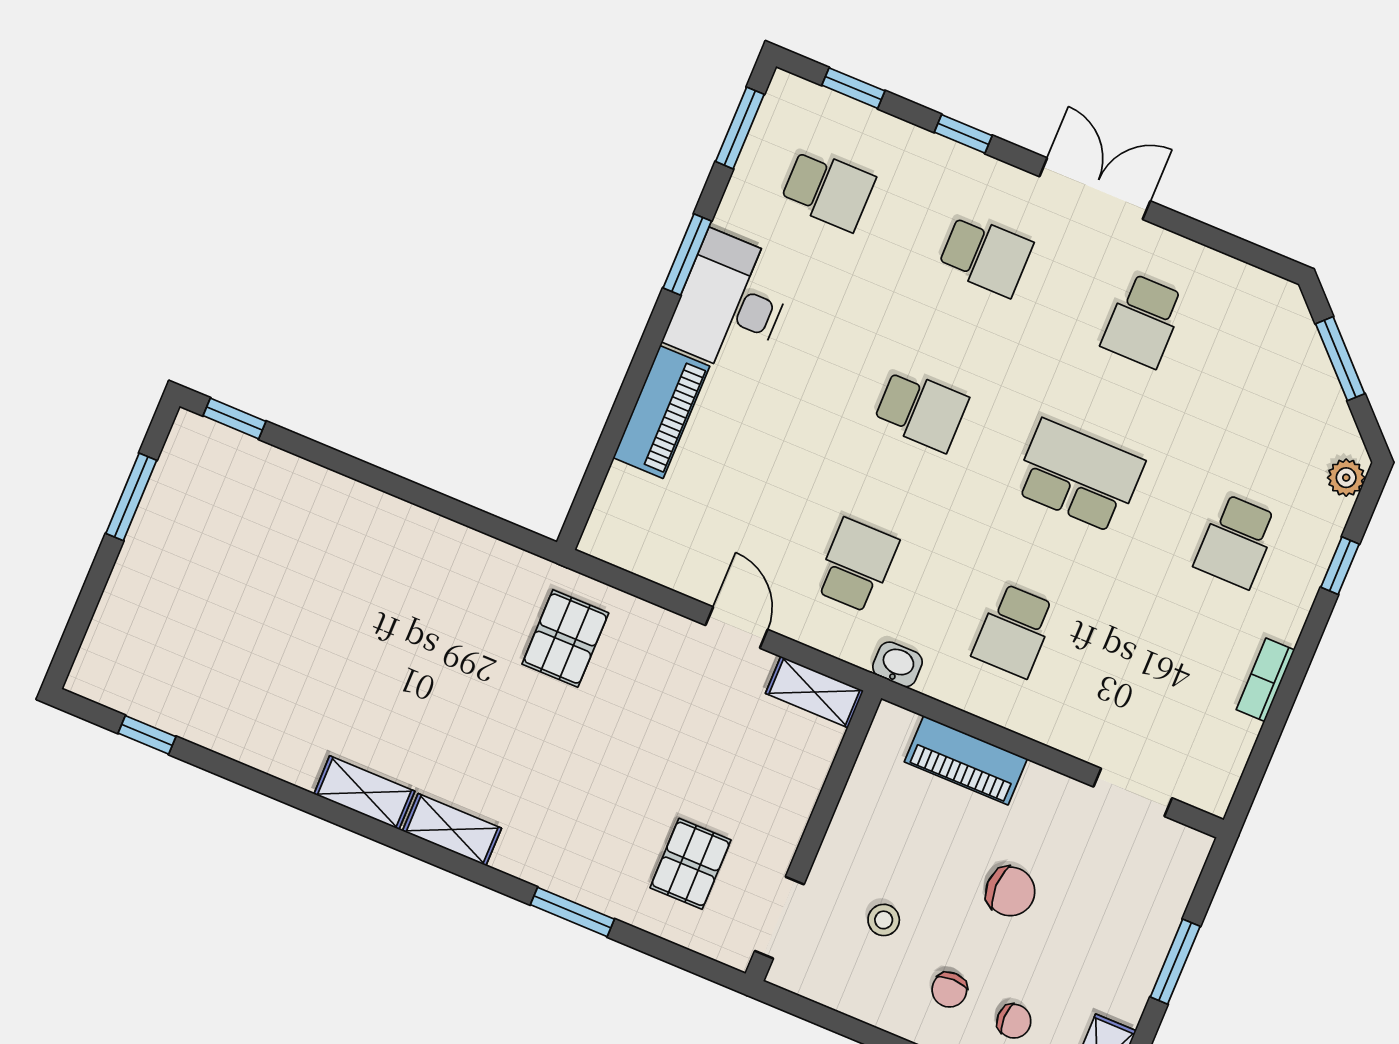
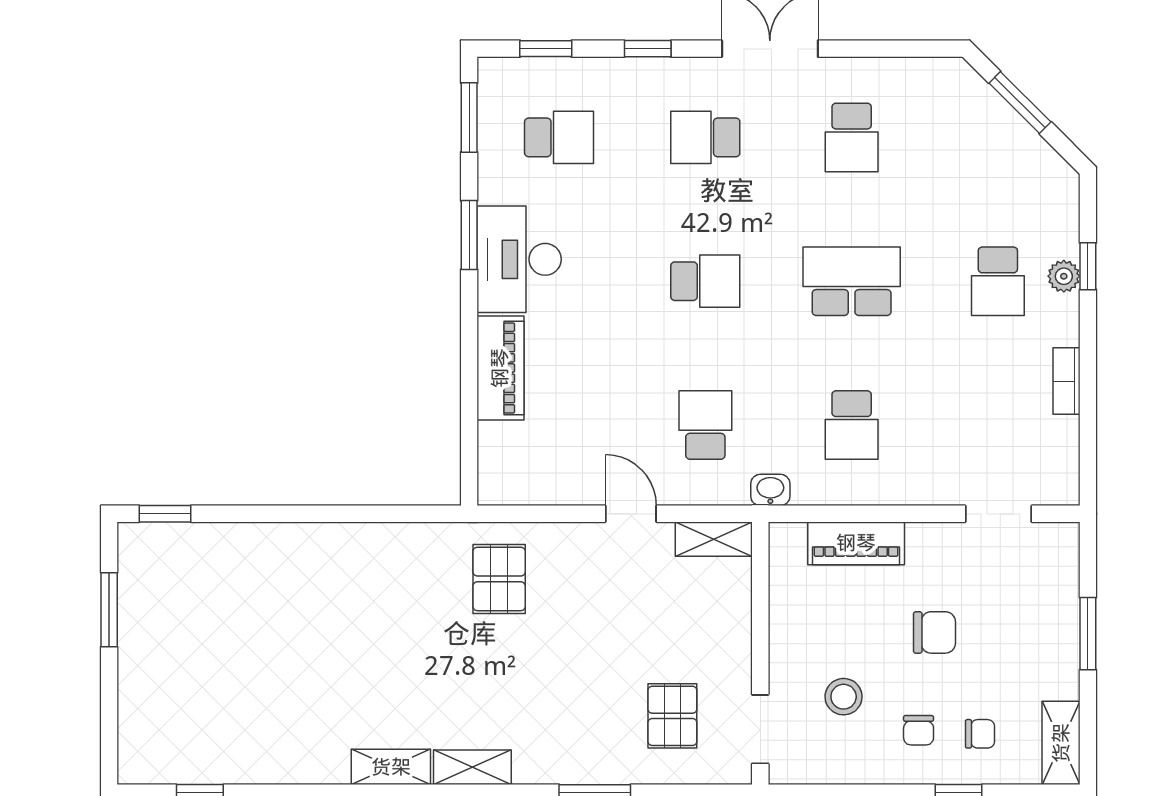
school desk: (986, 255) -> (705, 137), turned 180
plant: (1346, 478) -> (1064, 276), moved
stool: (884, 920) -> (844, 697), width x1.37, depth x1.37

